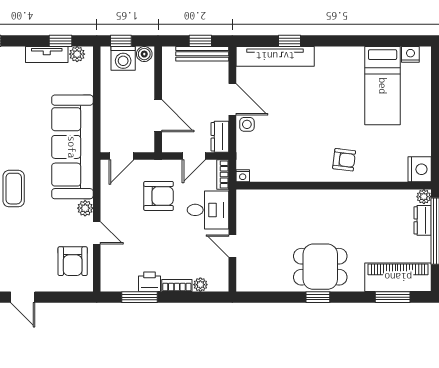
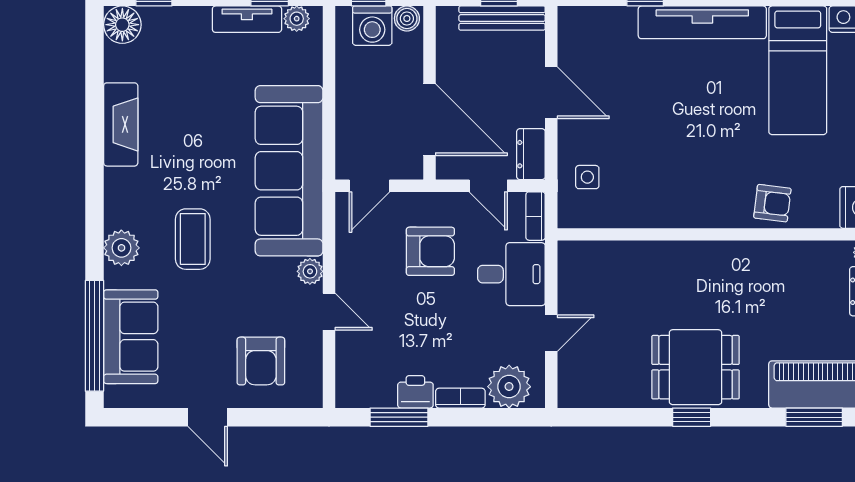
tv unit: (275, 56) -> (702, 22), moved
door: (158, 116) -> (430, 120), width x1.36
side table: (247, 124) -> (587, 177), moved
door: (194, 156) -> (488, 186), hinge flipped
armchair: (344, 160) -> (772, 203), moved
nightstand: (243, 176) -> (568, 218), removed
door: (232, 246) -> (551, 333), swing flipped
armchair: (73, 261) -> (261, 361), moved
plant: (200, 285) -> (509, 387), width x1.87, depth x1.87

